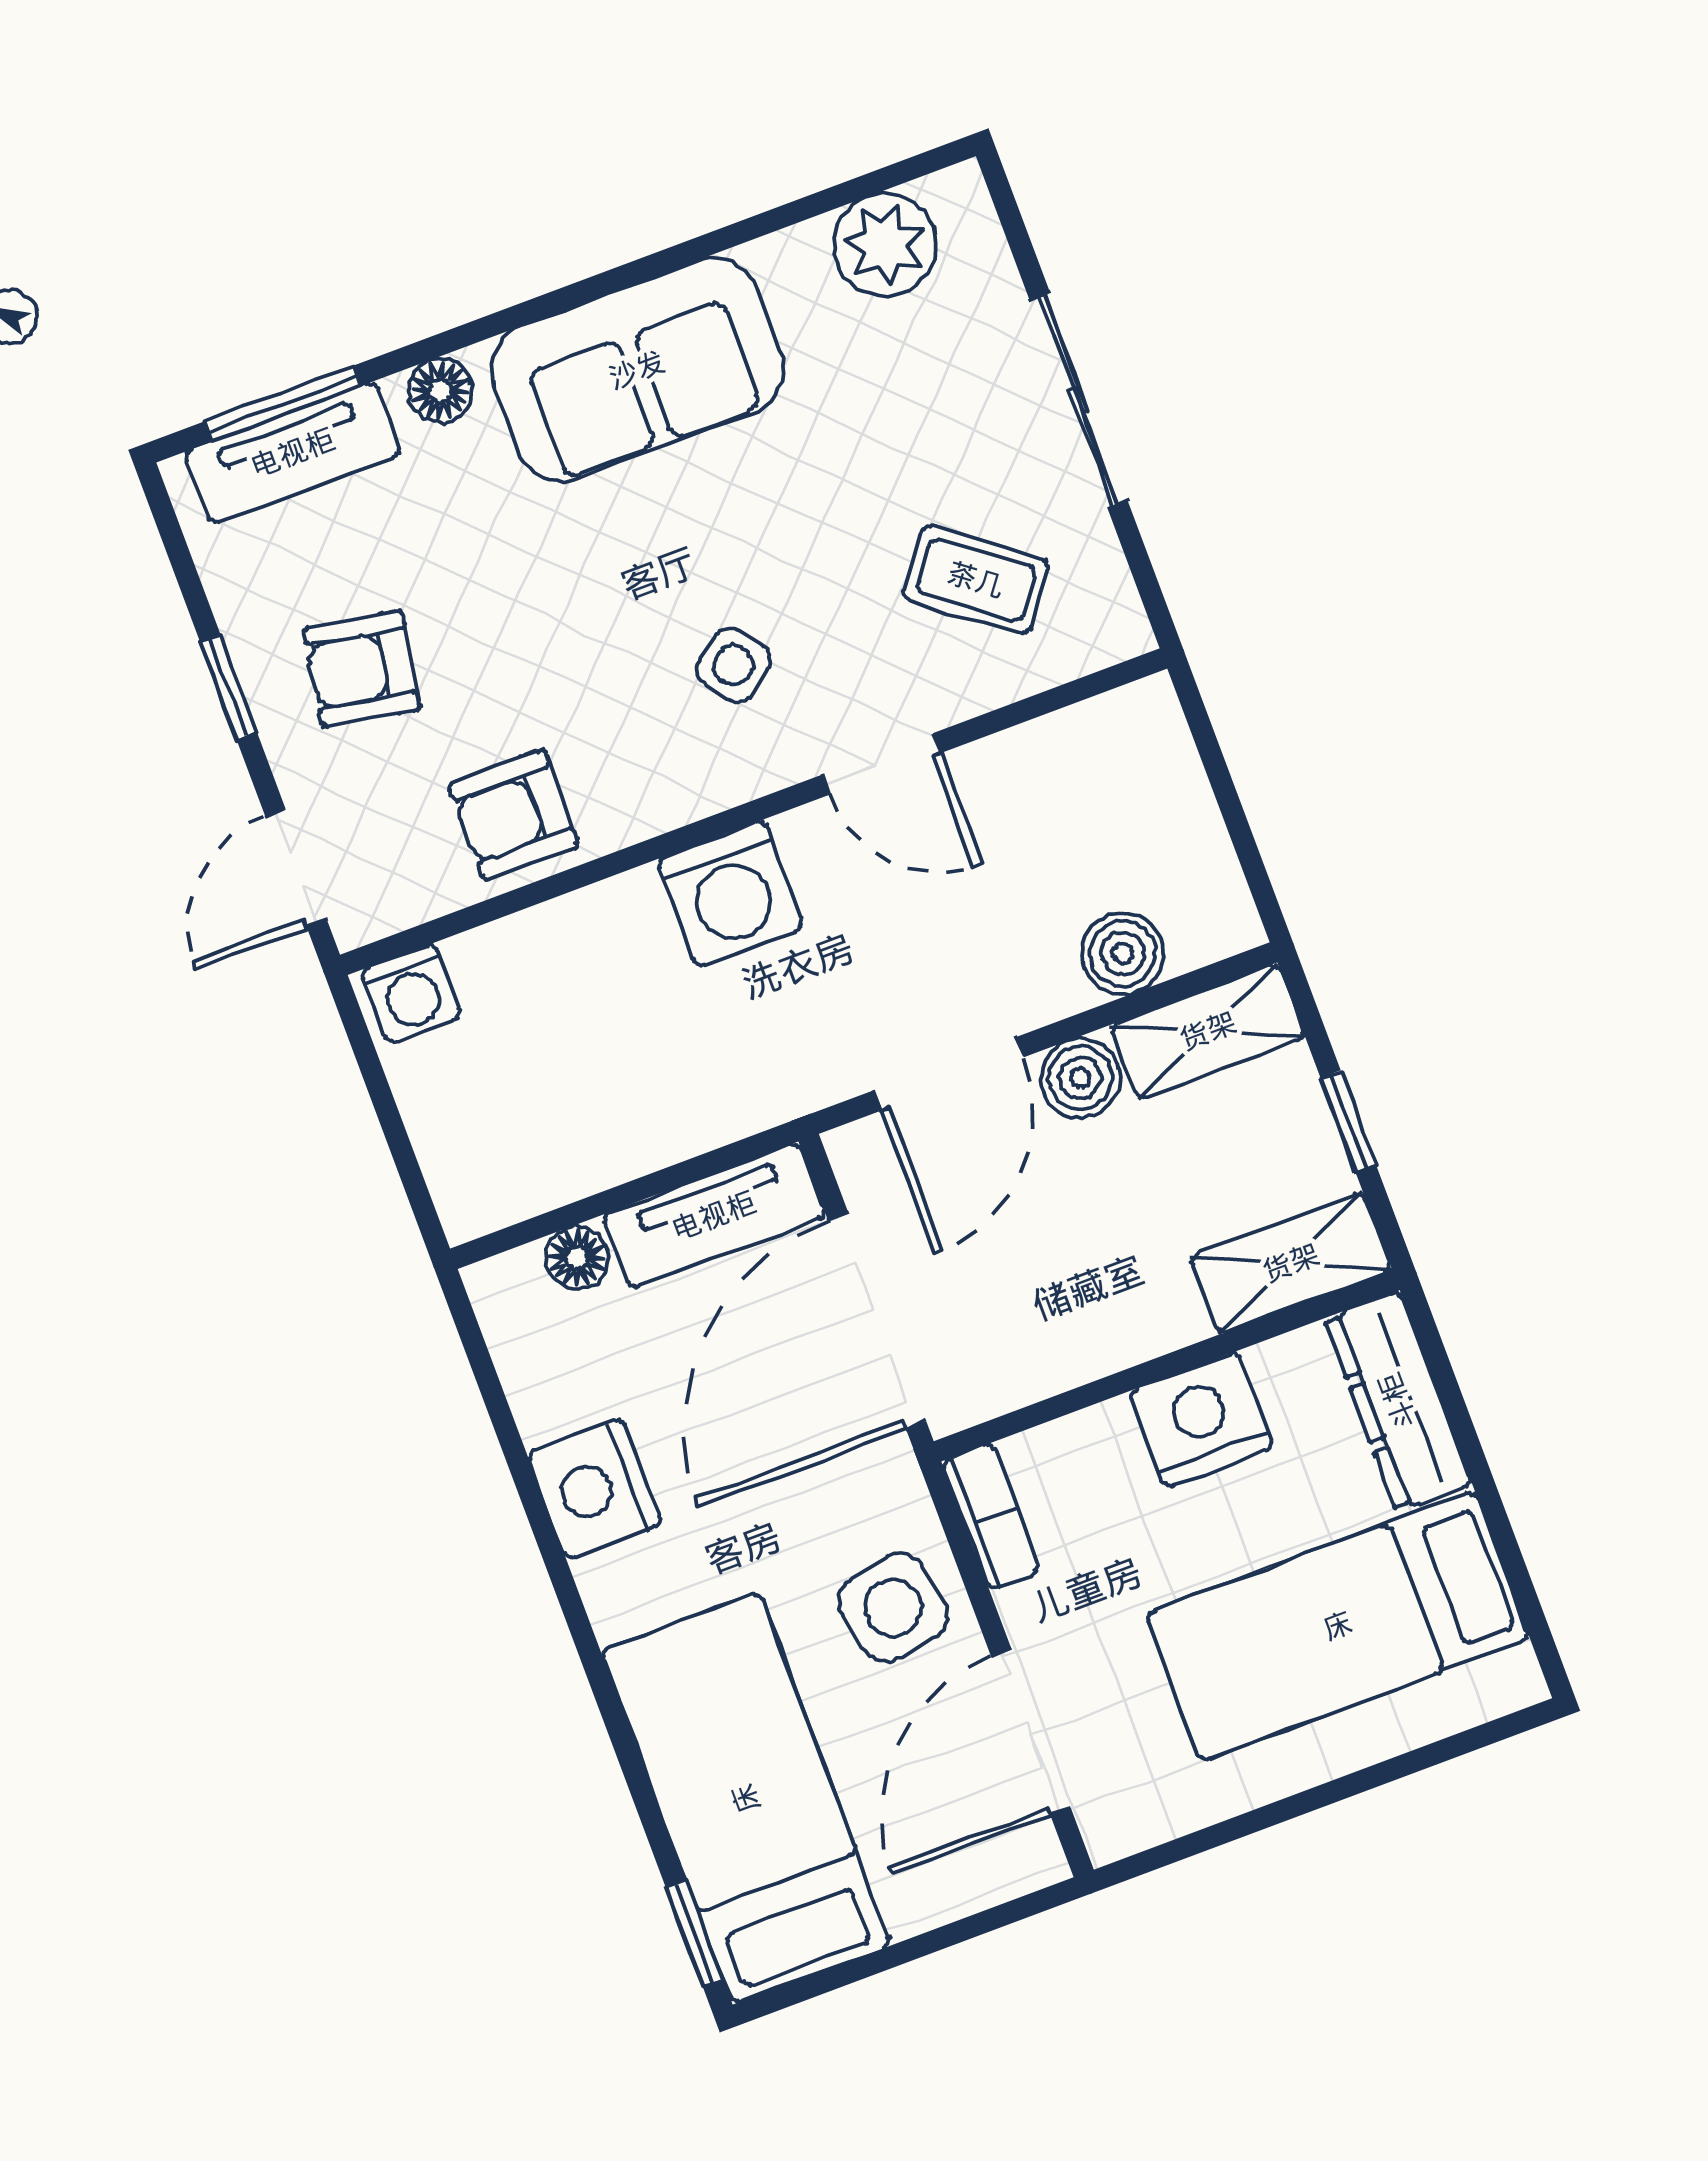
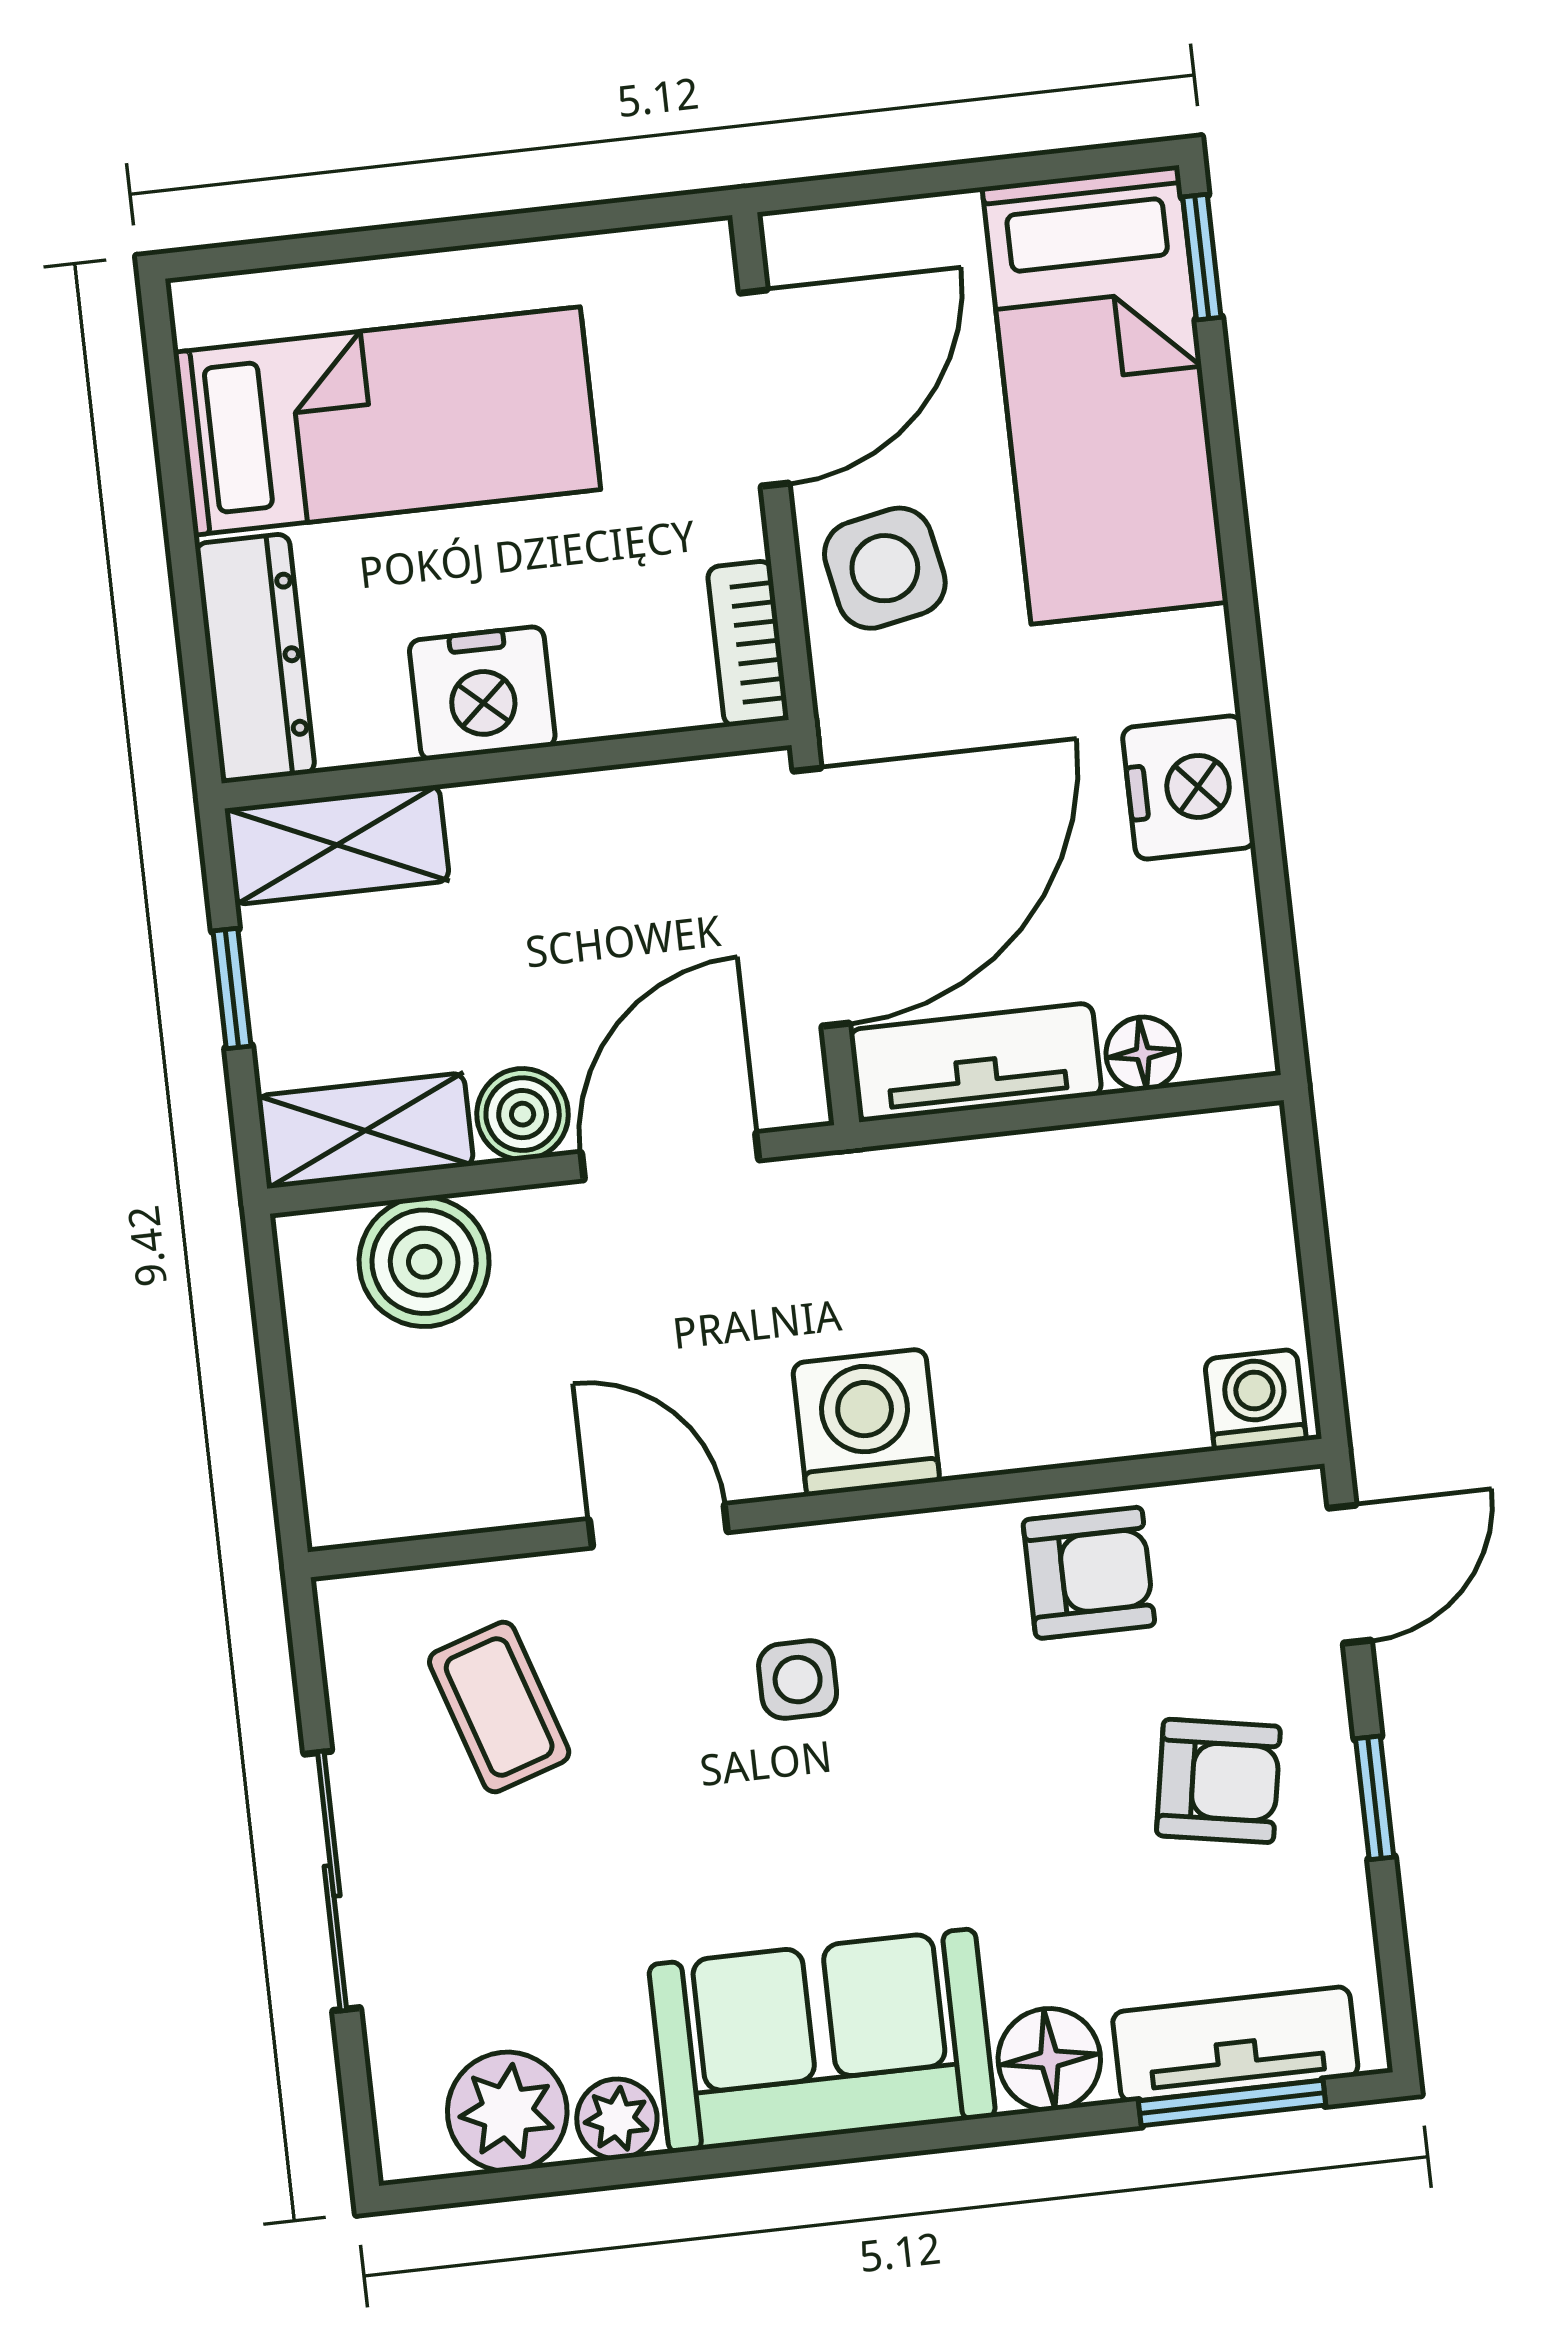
plant: (792, 262) -> (617, 2119), added
floor lamp: (440, 390) -> (1049, 2059), width x1.37, depth x1.37
coffee table: (976, 580) -> (499, 1707), turned 35
side table: (733, 665) -> (798, 1680), turned 37
boiler: (1123, 954) -> (424, 1262), width x1.36, depth x1.36

